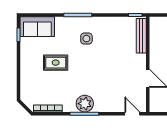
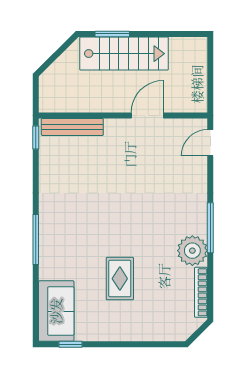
side table: (86, 39) -> (77, 224), removed
plant: (85, 104) -> (192, 251), moved

